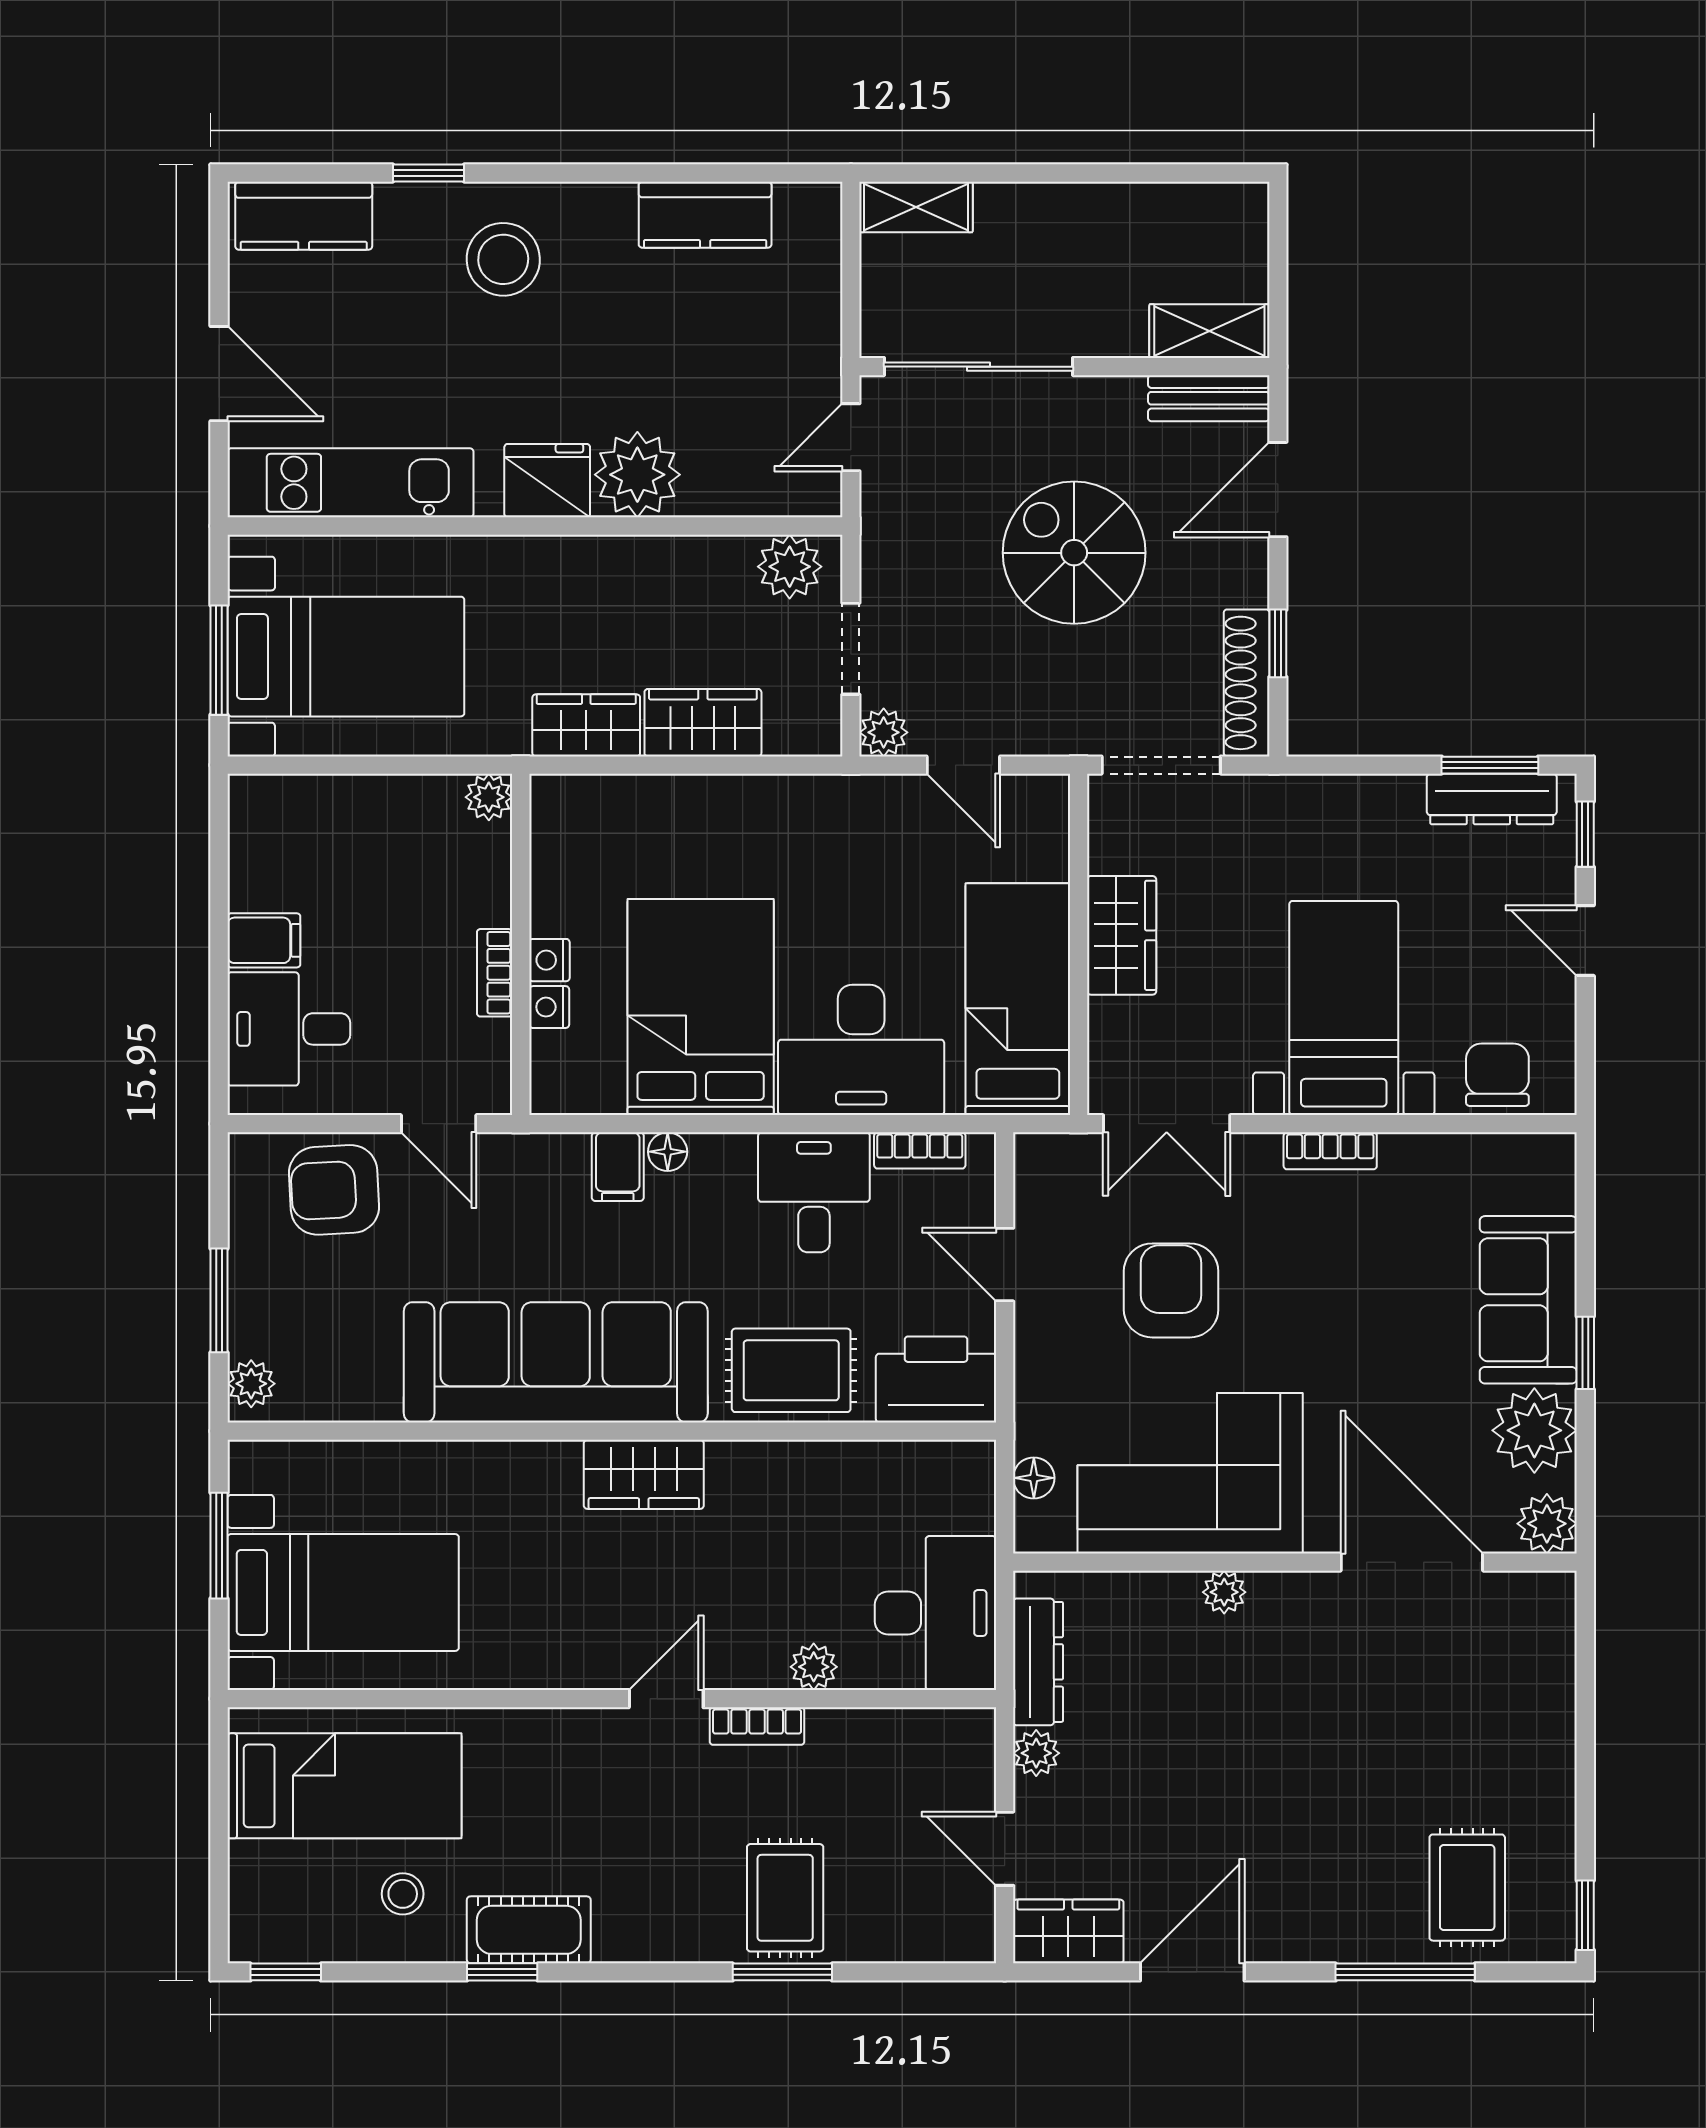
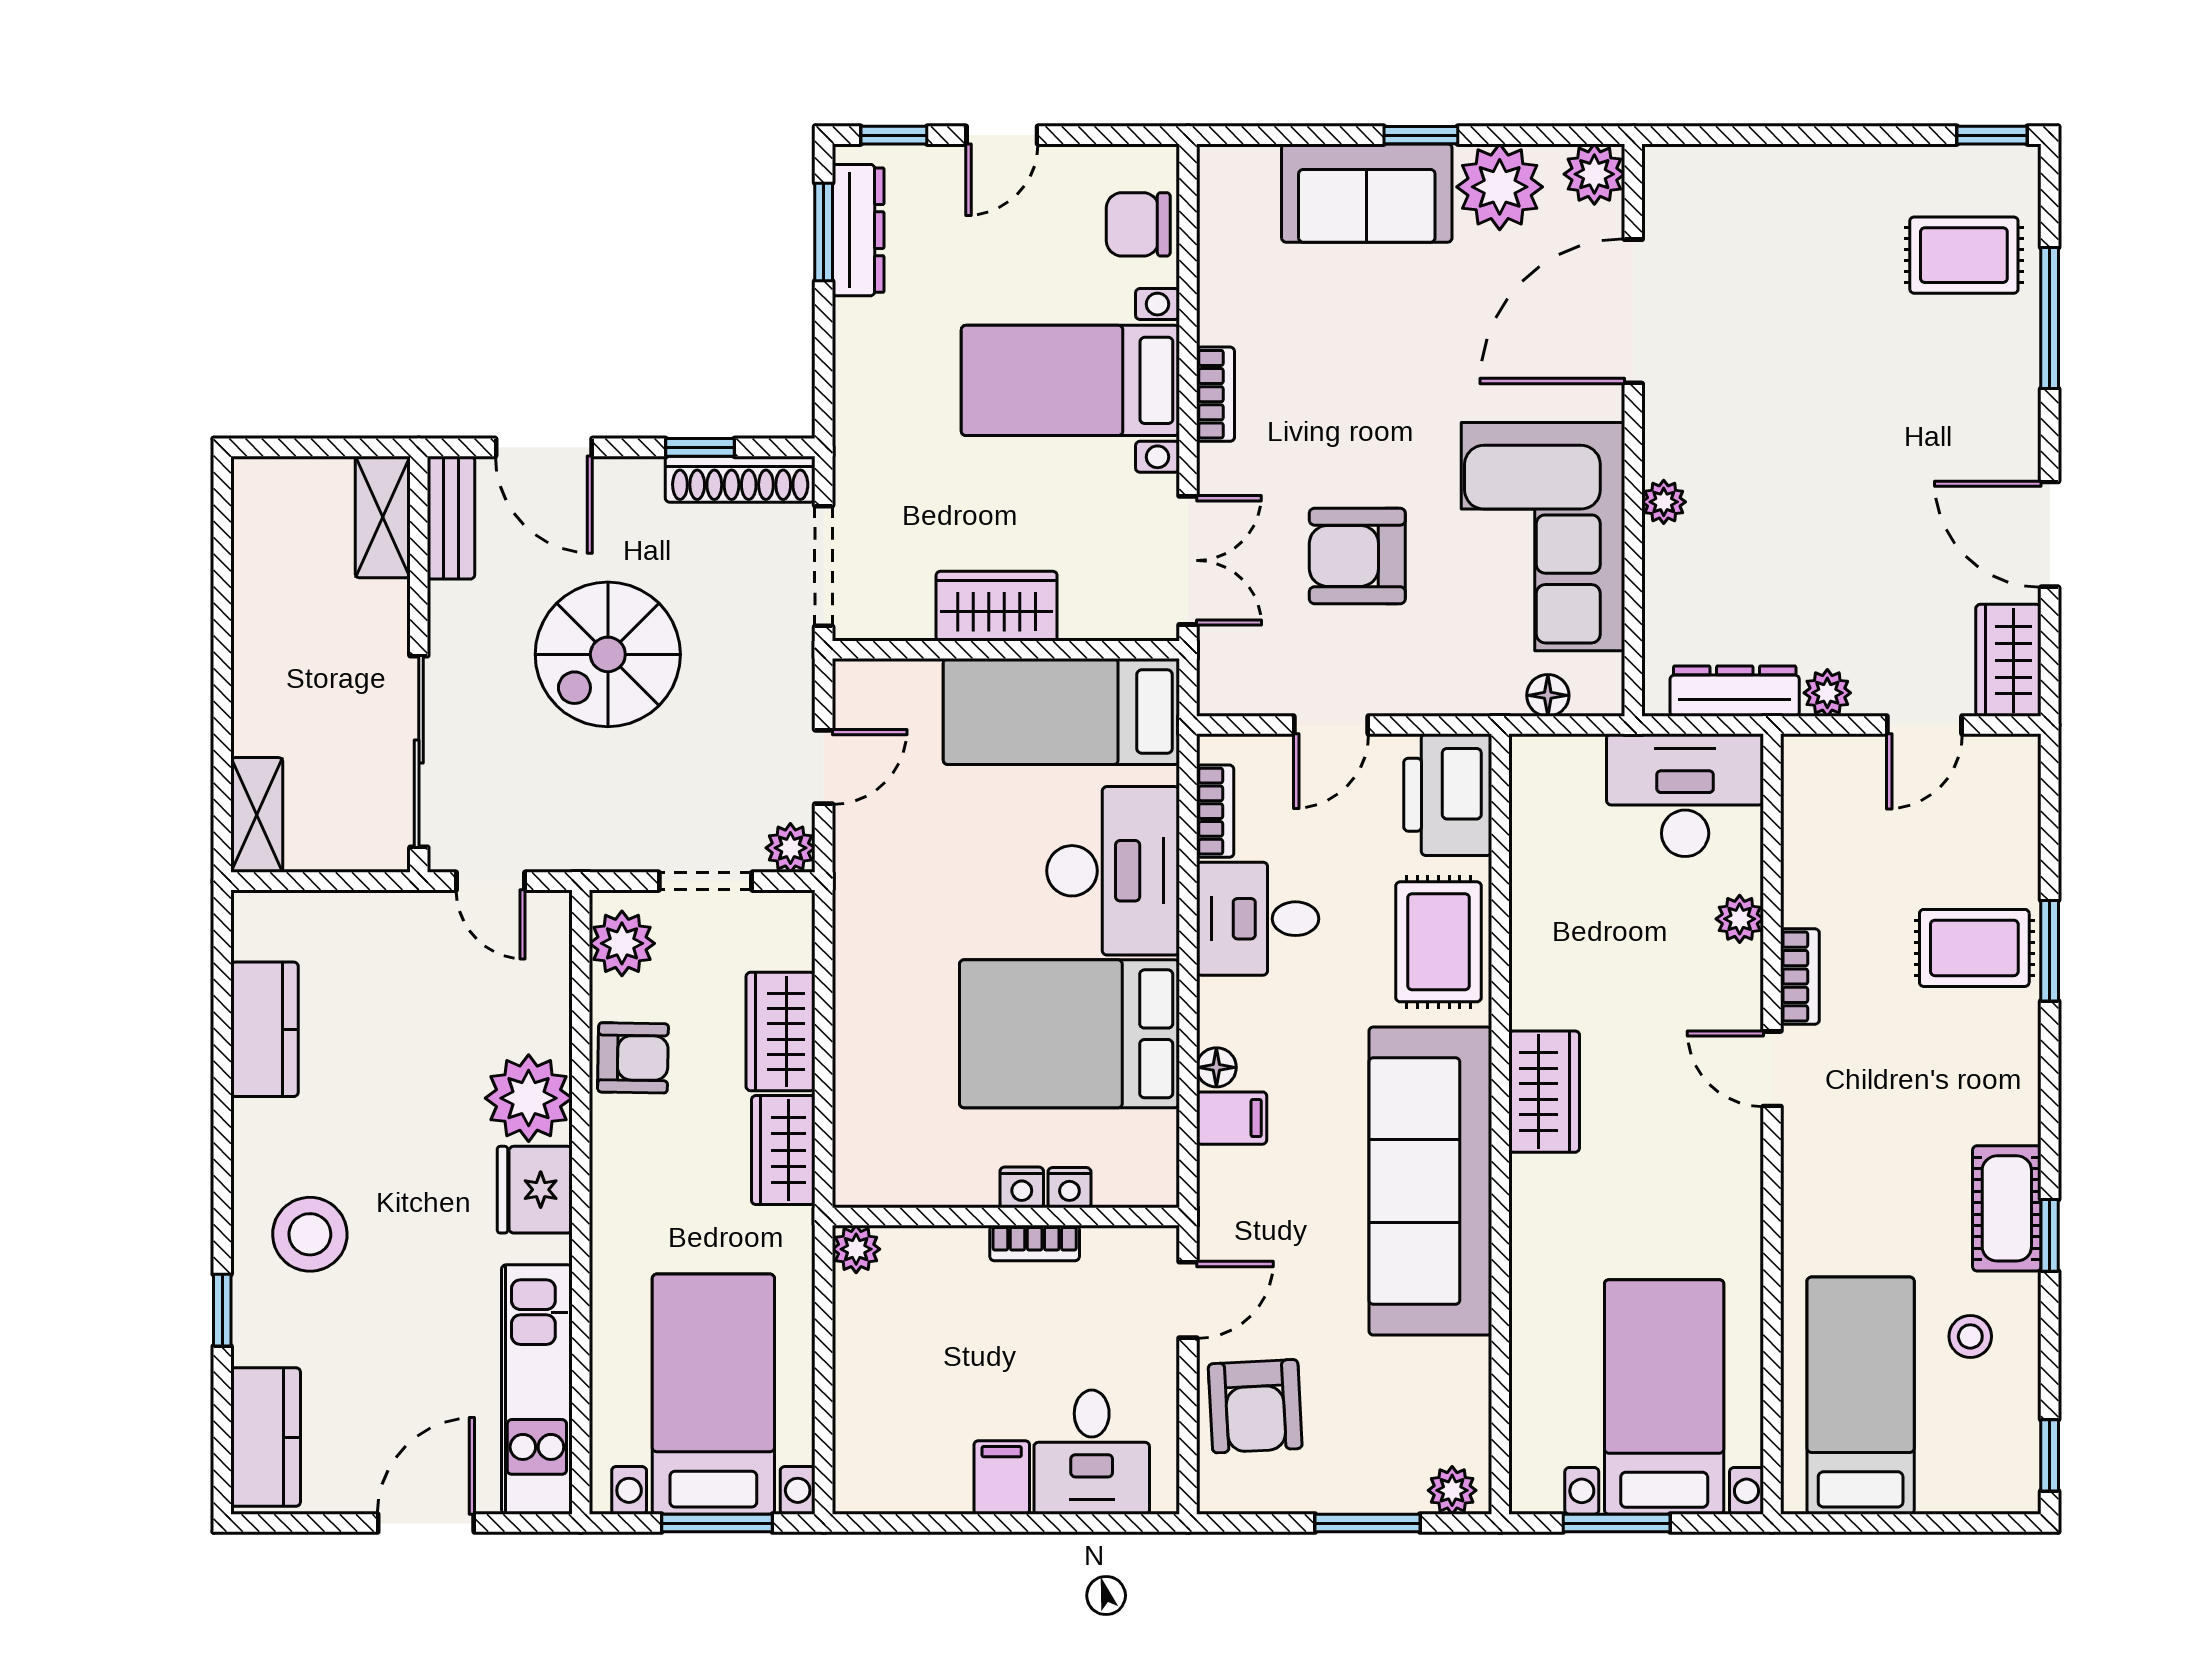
armchair: (677, 577) -> (633, 1058), added

